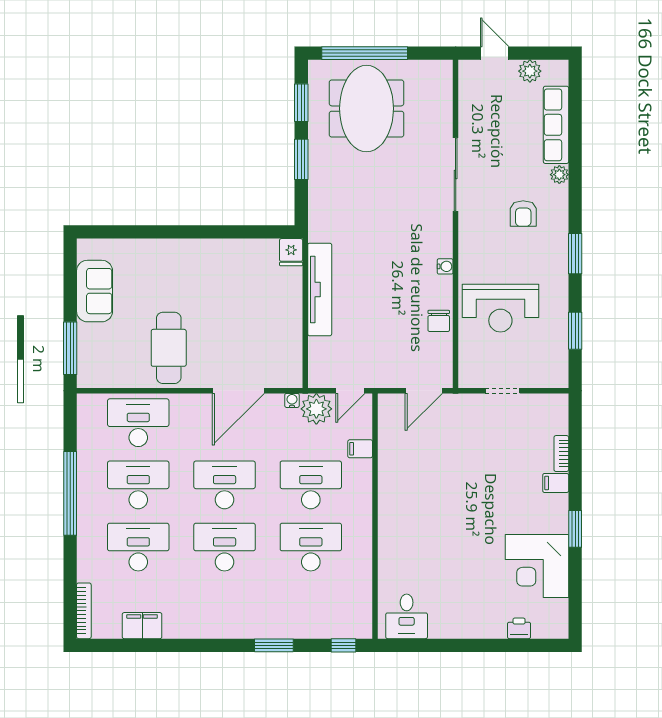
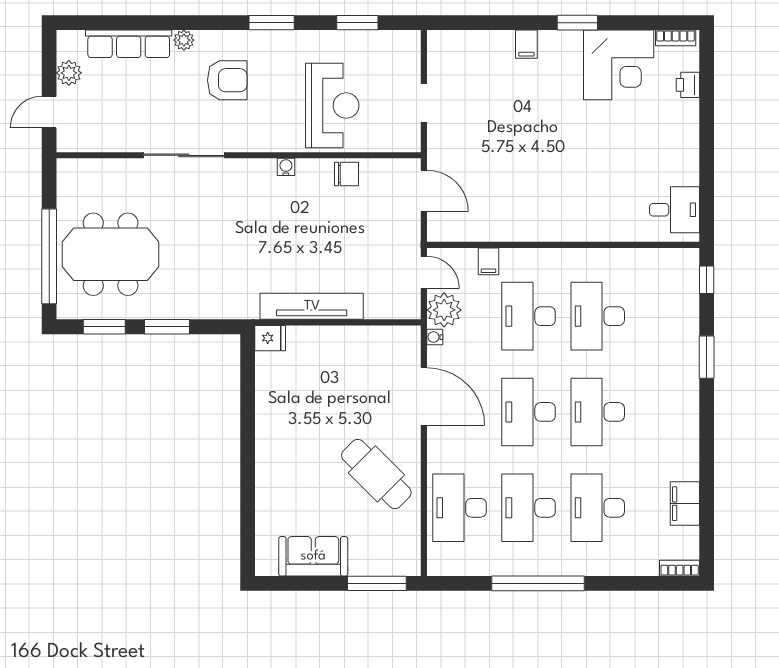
armchair: (523, 214) -> (227, 80), width x1.38, depth x1.38
cafe table: (169, 348) -> (376, 474), turned 45
bookcase: (561, 454) -> (676, 38), moved
bookcase: (84, 611) -> (680, 568), width x0.64

